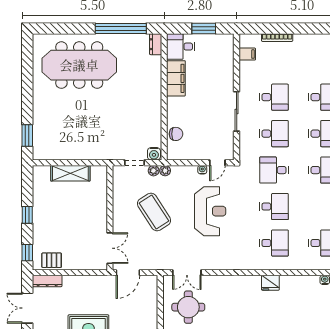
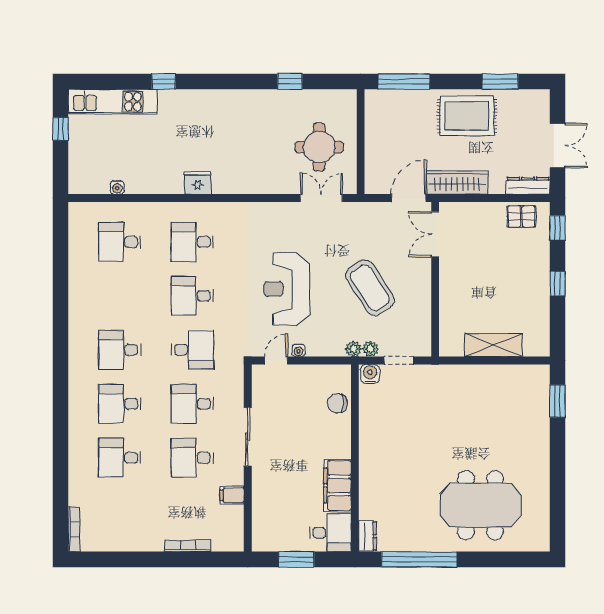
filing cabinet: (247, 54) -> (232, 495), moved
meeting table: (79, 65) -> (480, 505), width x0.73
wardrobe: (95, 283) -> (457, 182), added

